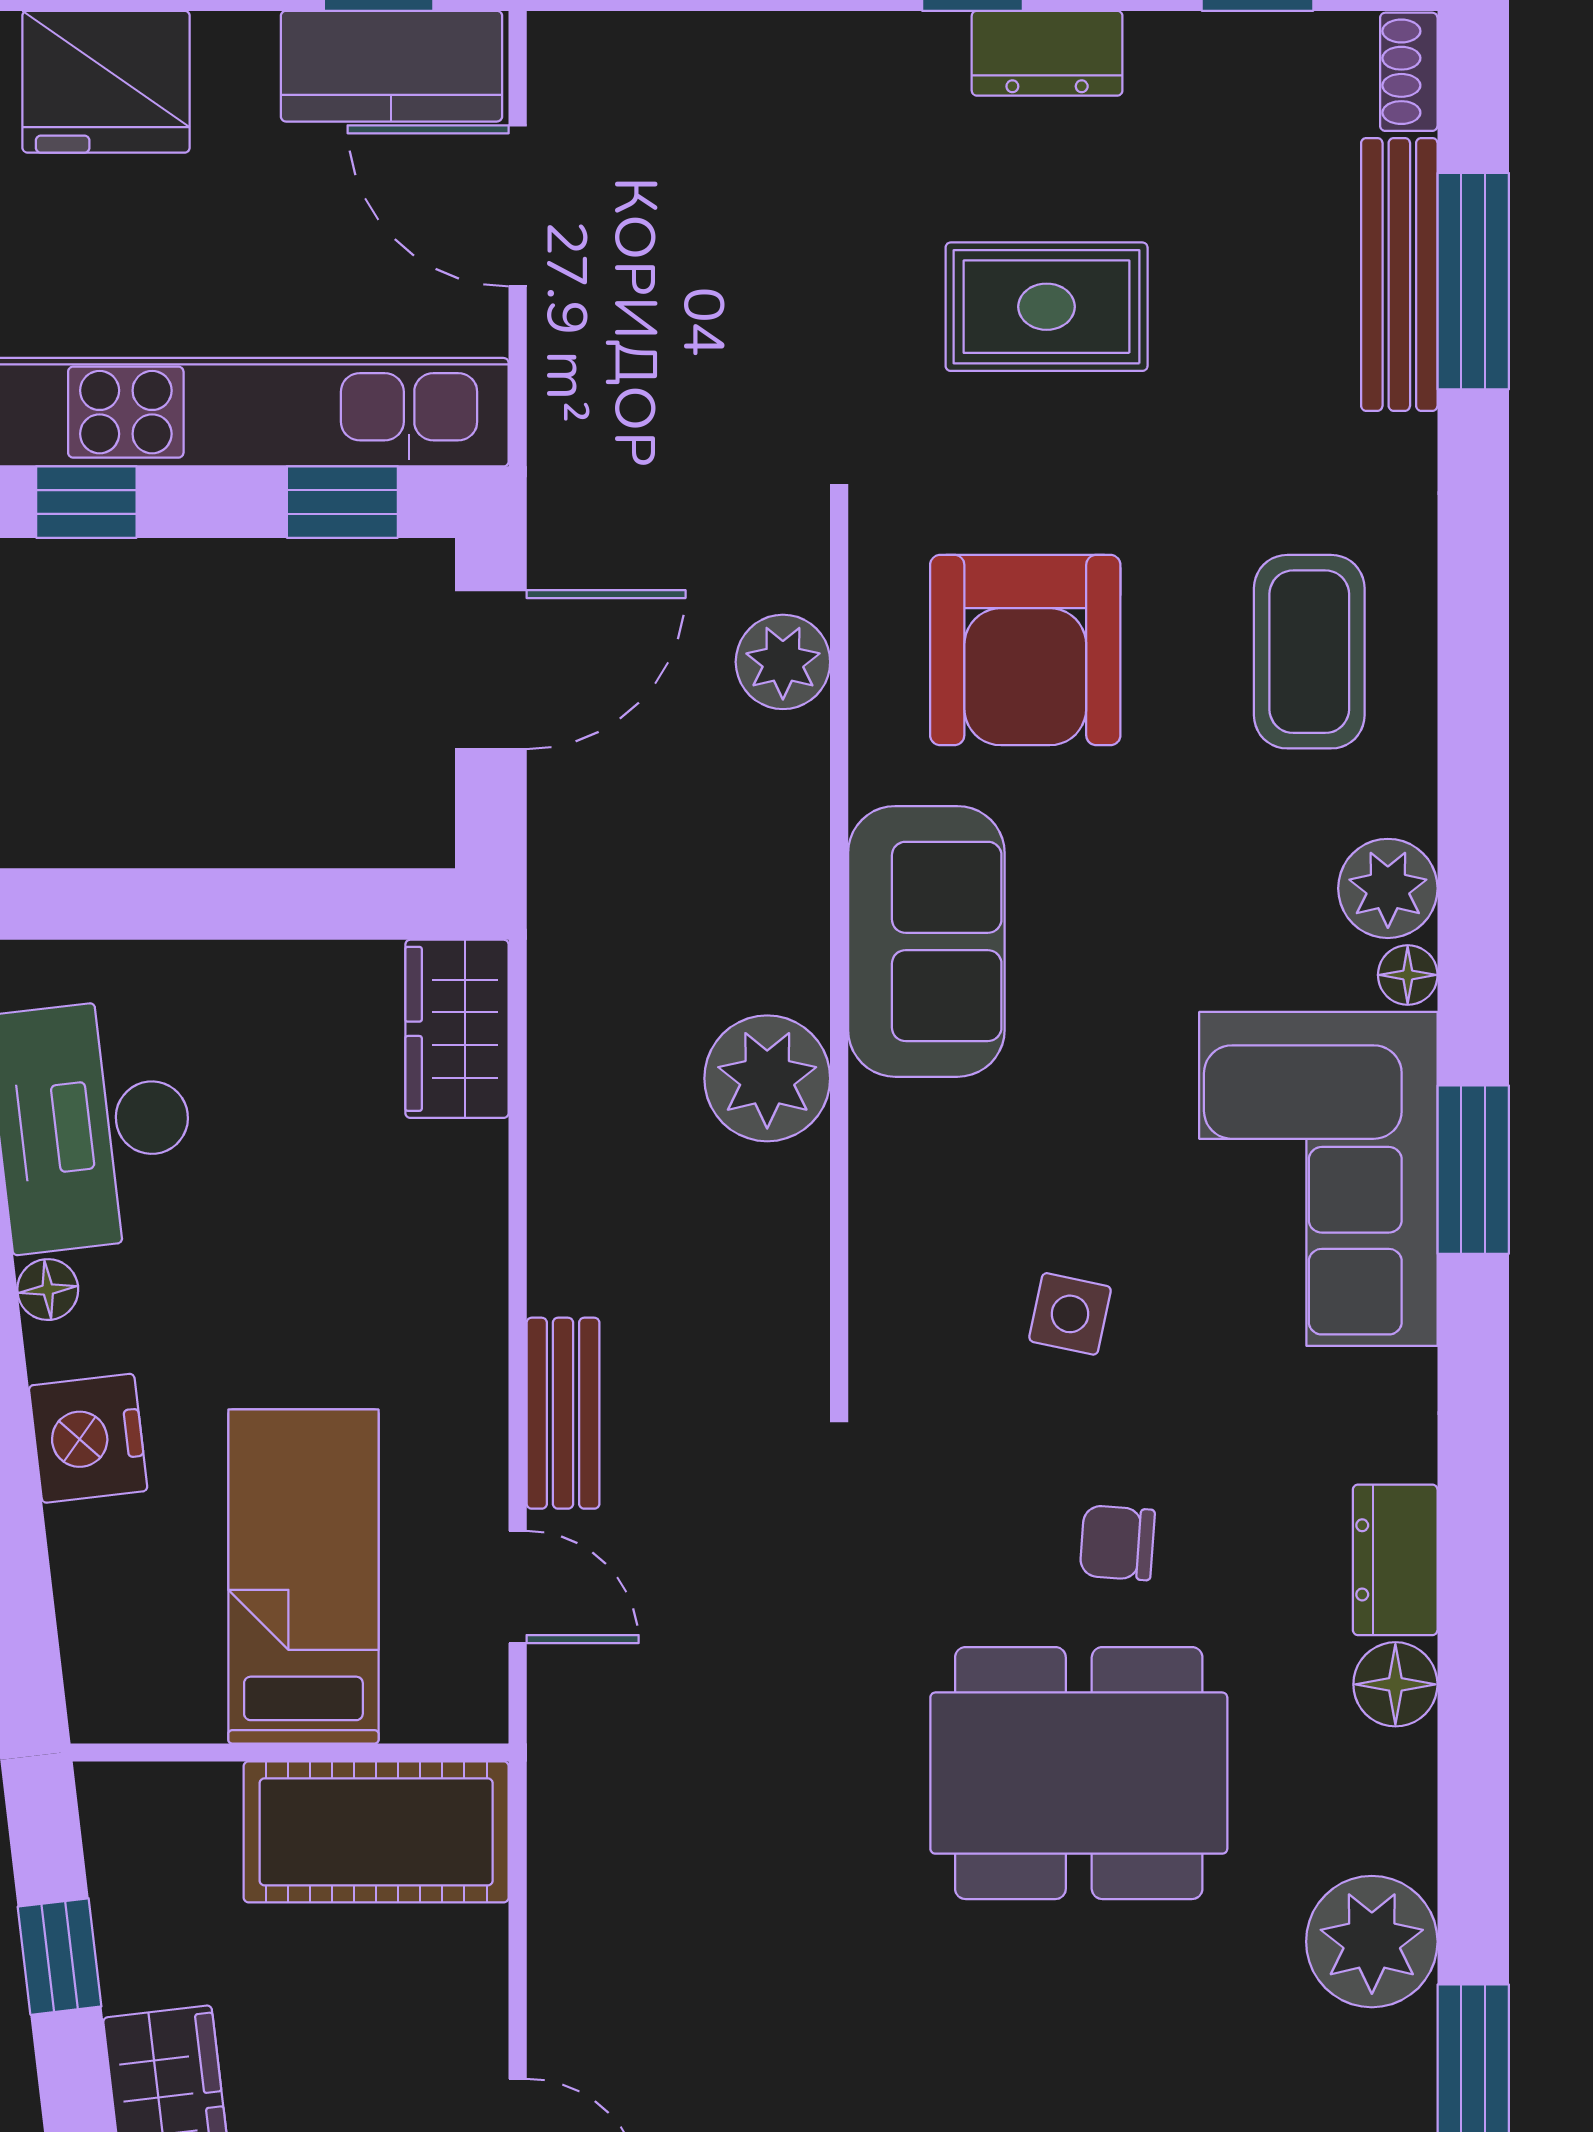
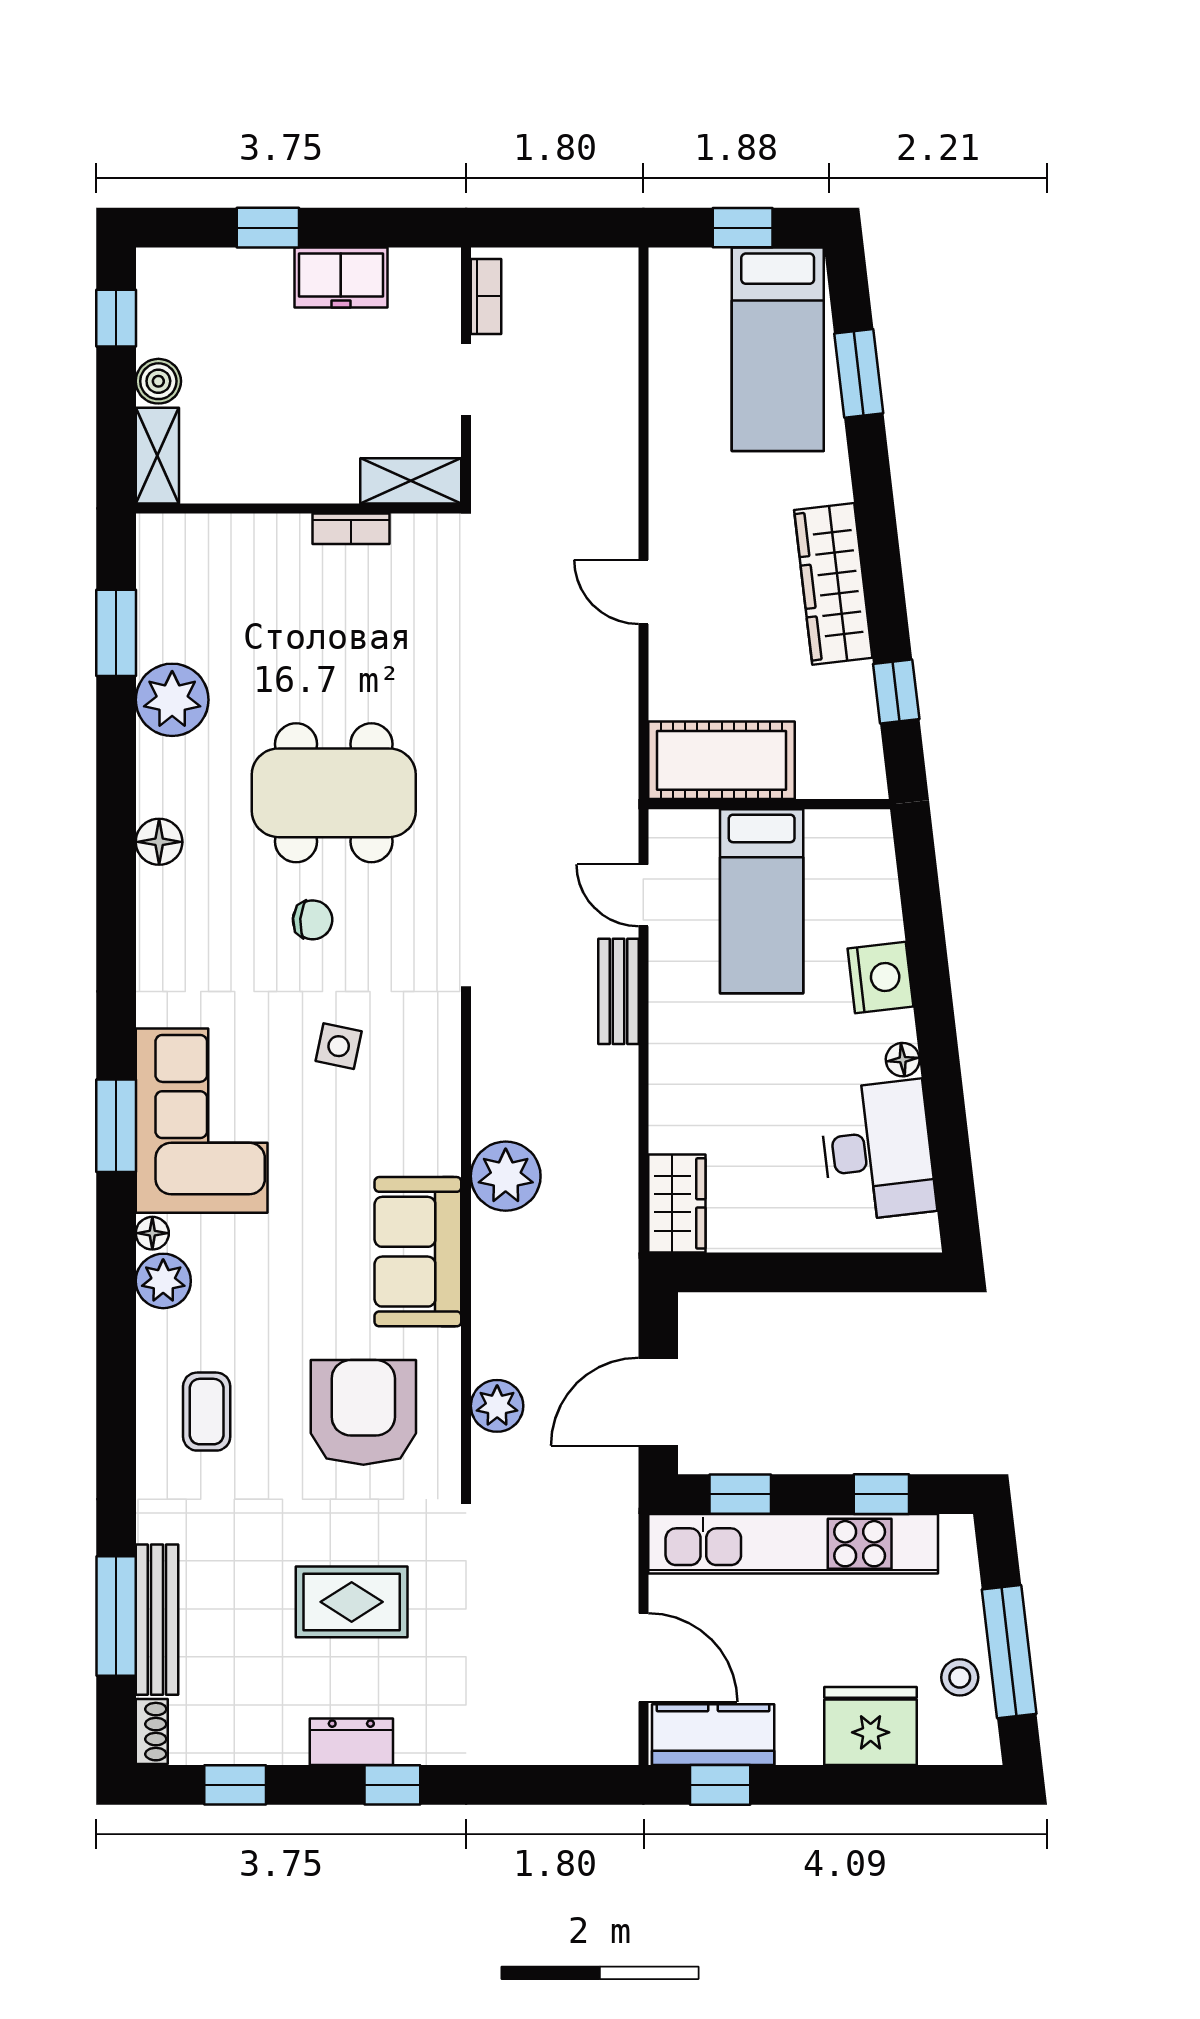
coffee table: (1309, 652) -> (207, 1412), width x0.73, depth x0.77
dresser: (1395, 1560) -> (159, 910), removed

